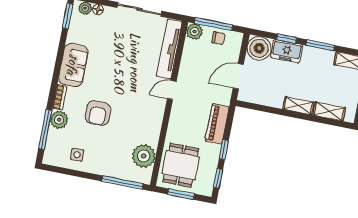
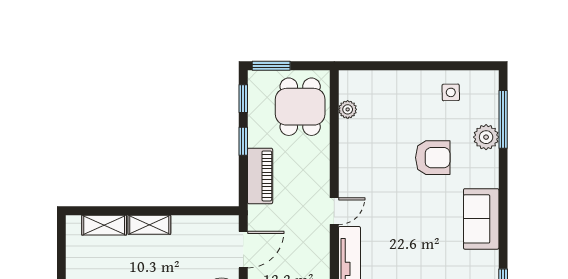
bookcase: (60, 97) -> (492, 169), removed
armchair: (98, 113) -> (433, 158), turned 90
plant: (144, 156) -> (348, 109), width x0.53, depth x0.53
window: (122, 182) -> (378, 66), removed
window: (181, 194) -> (271, 66), moved

